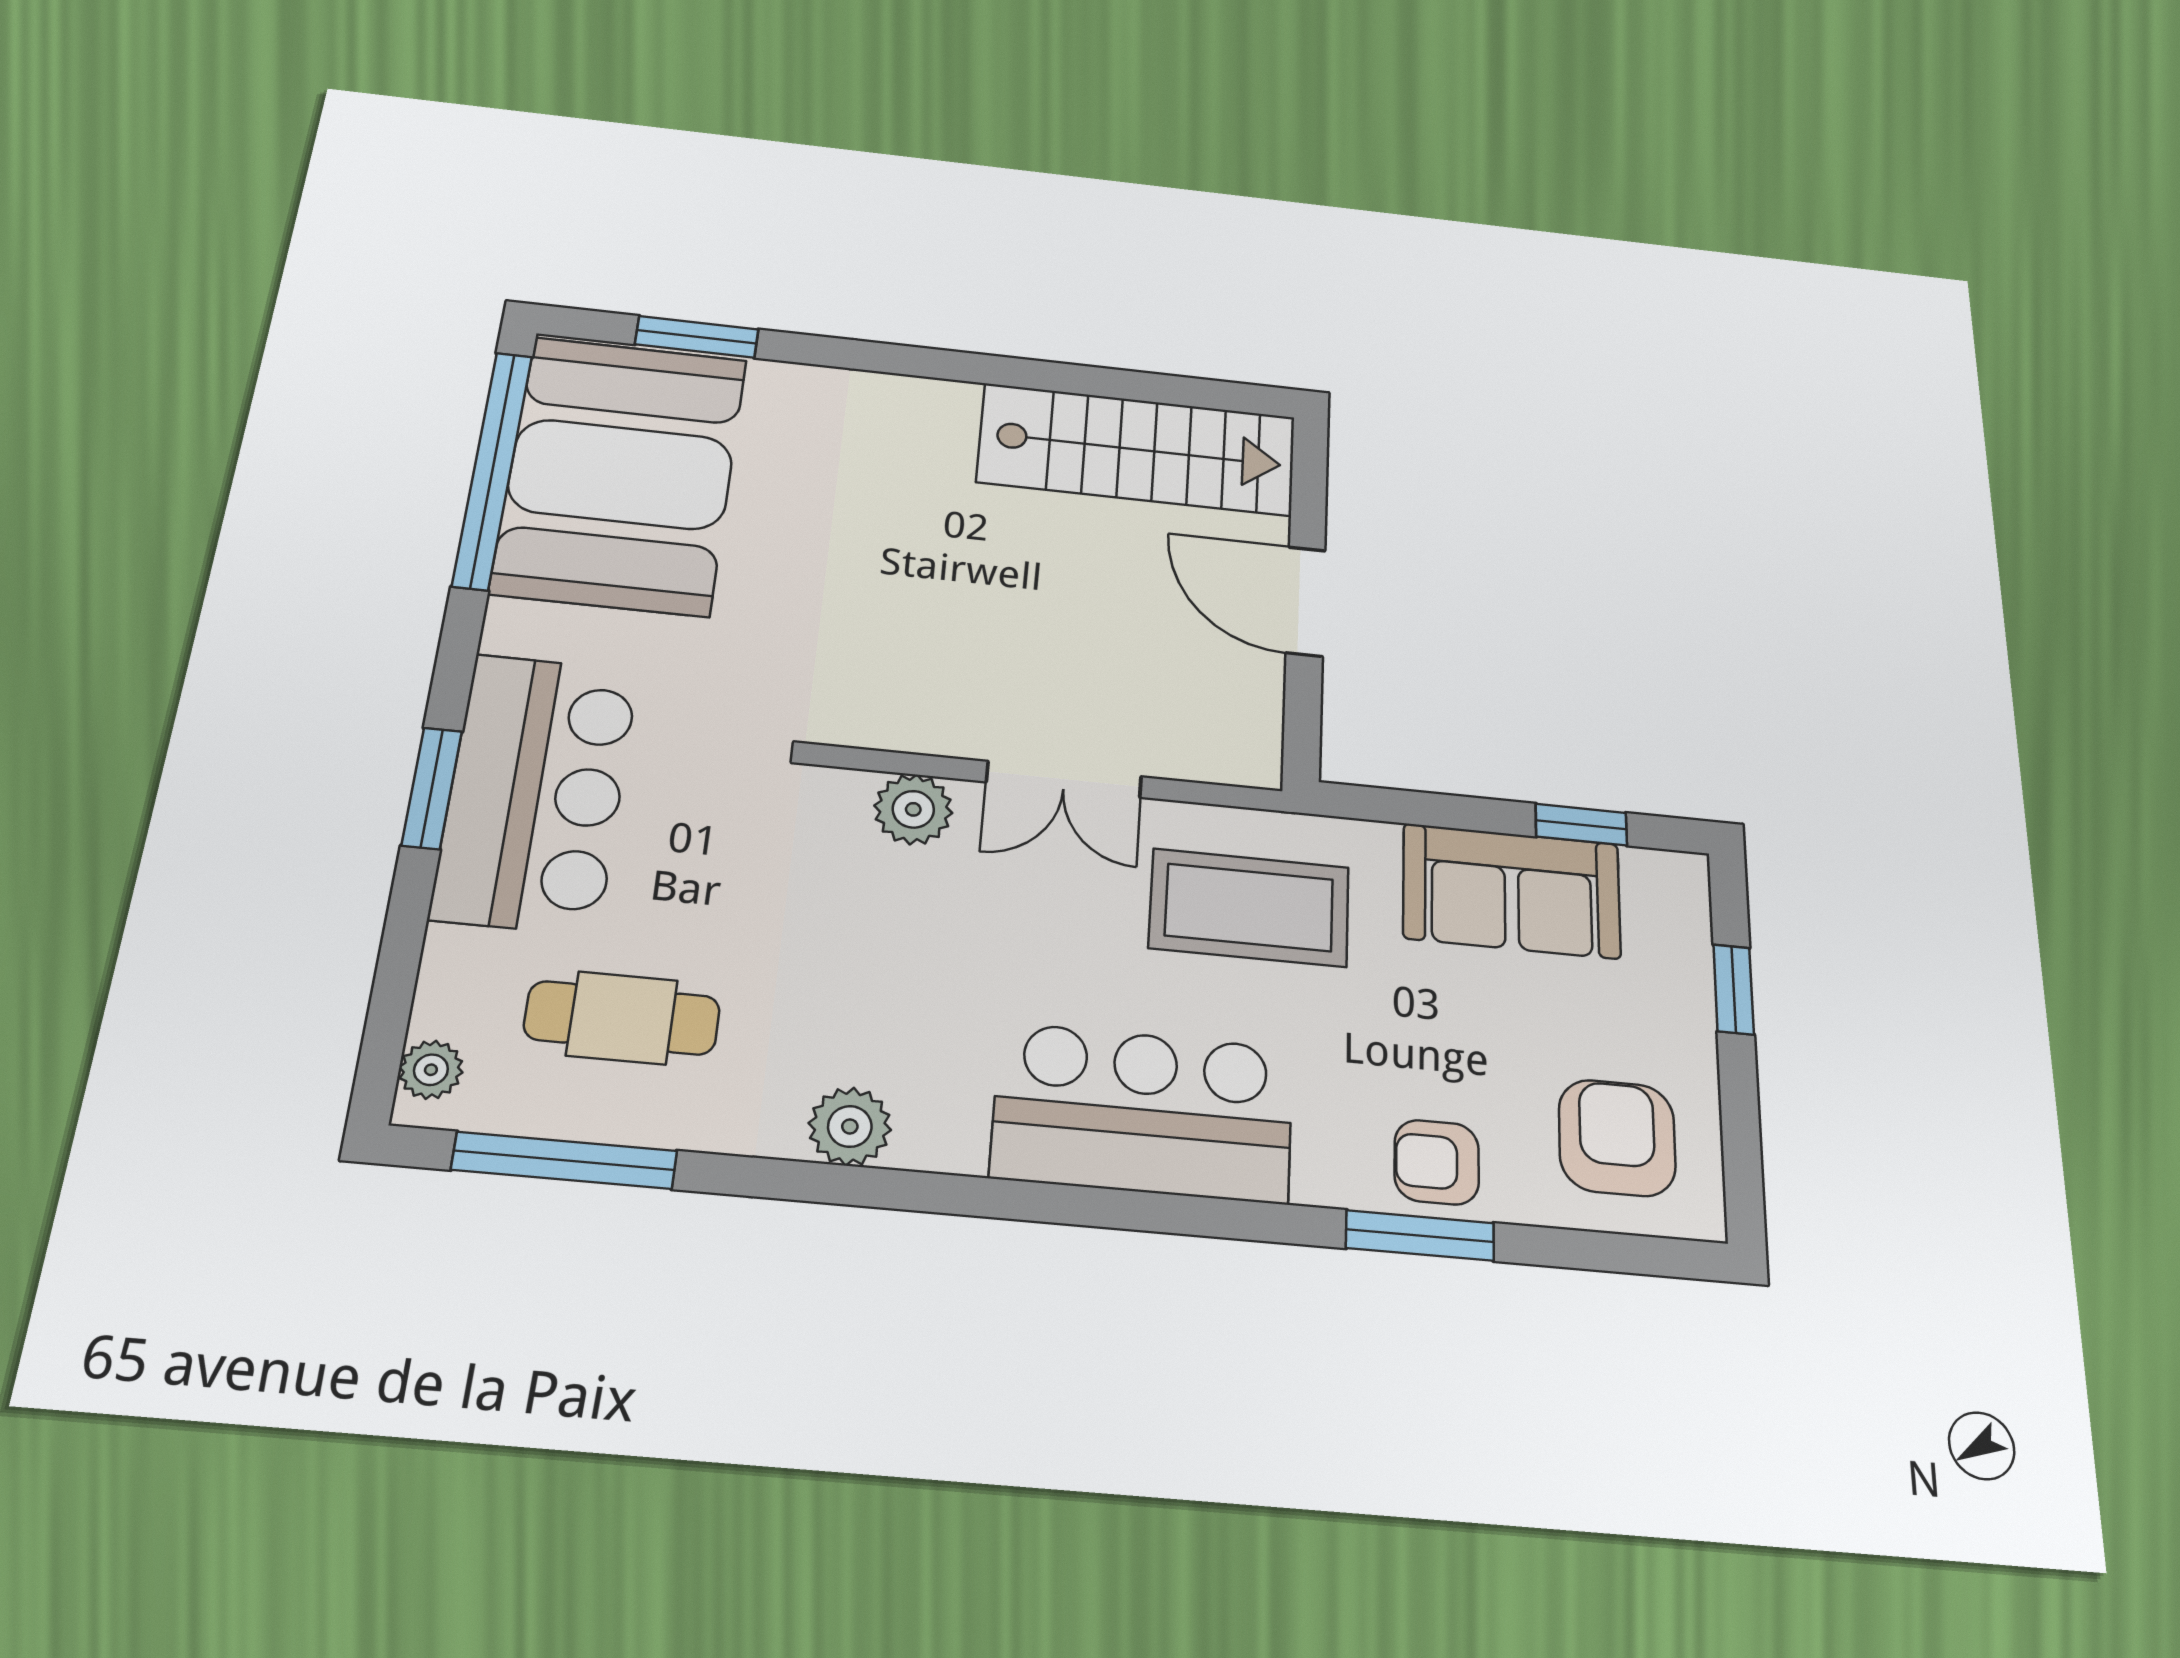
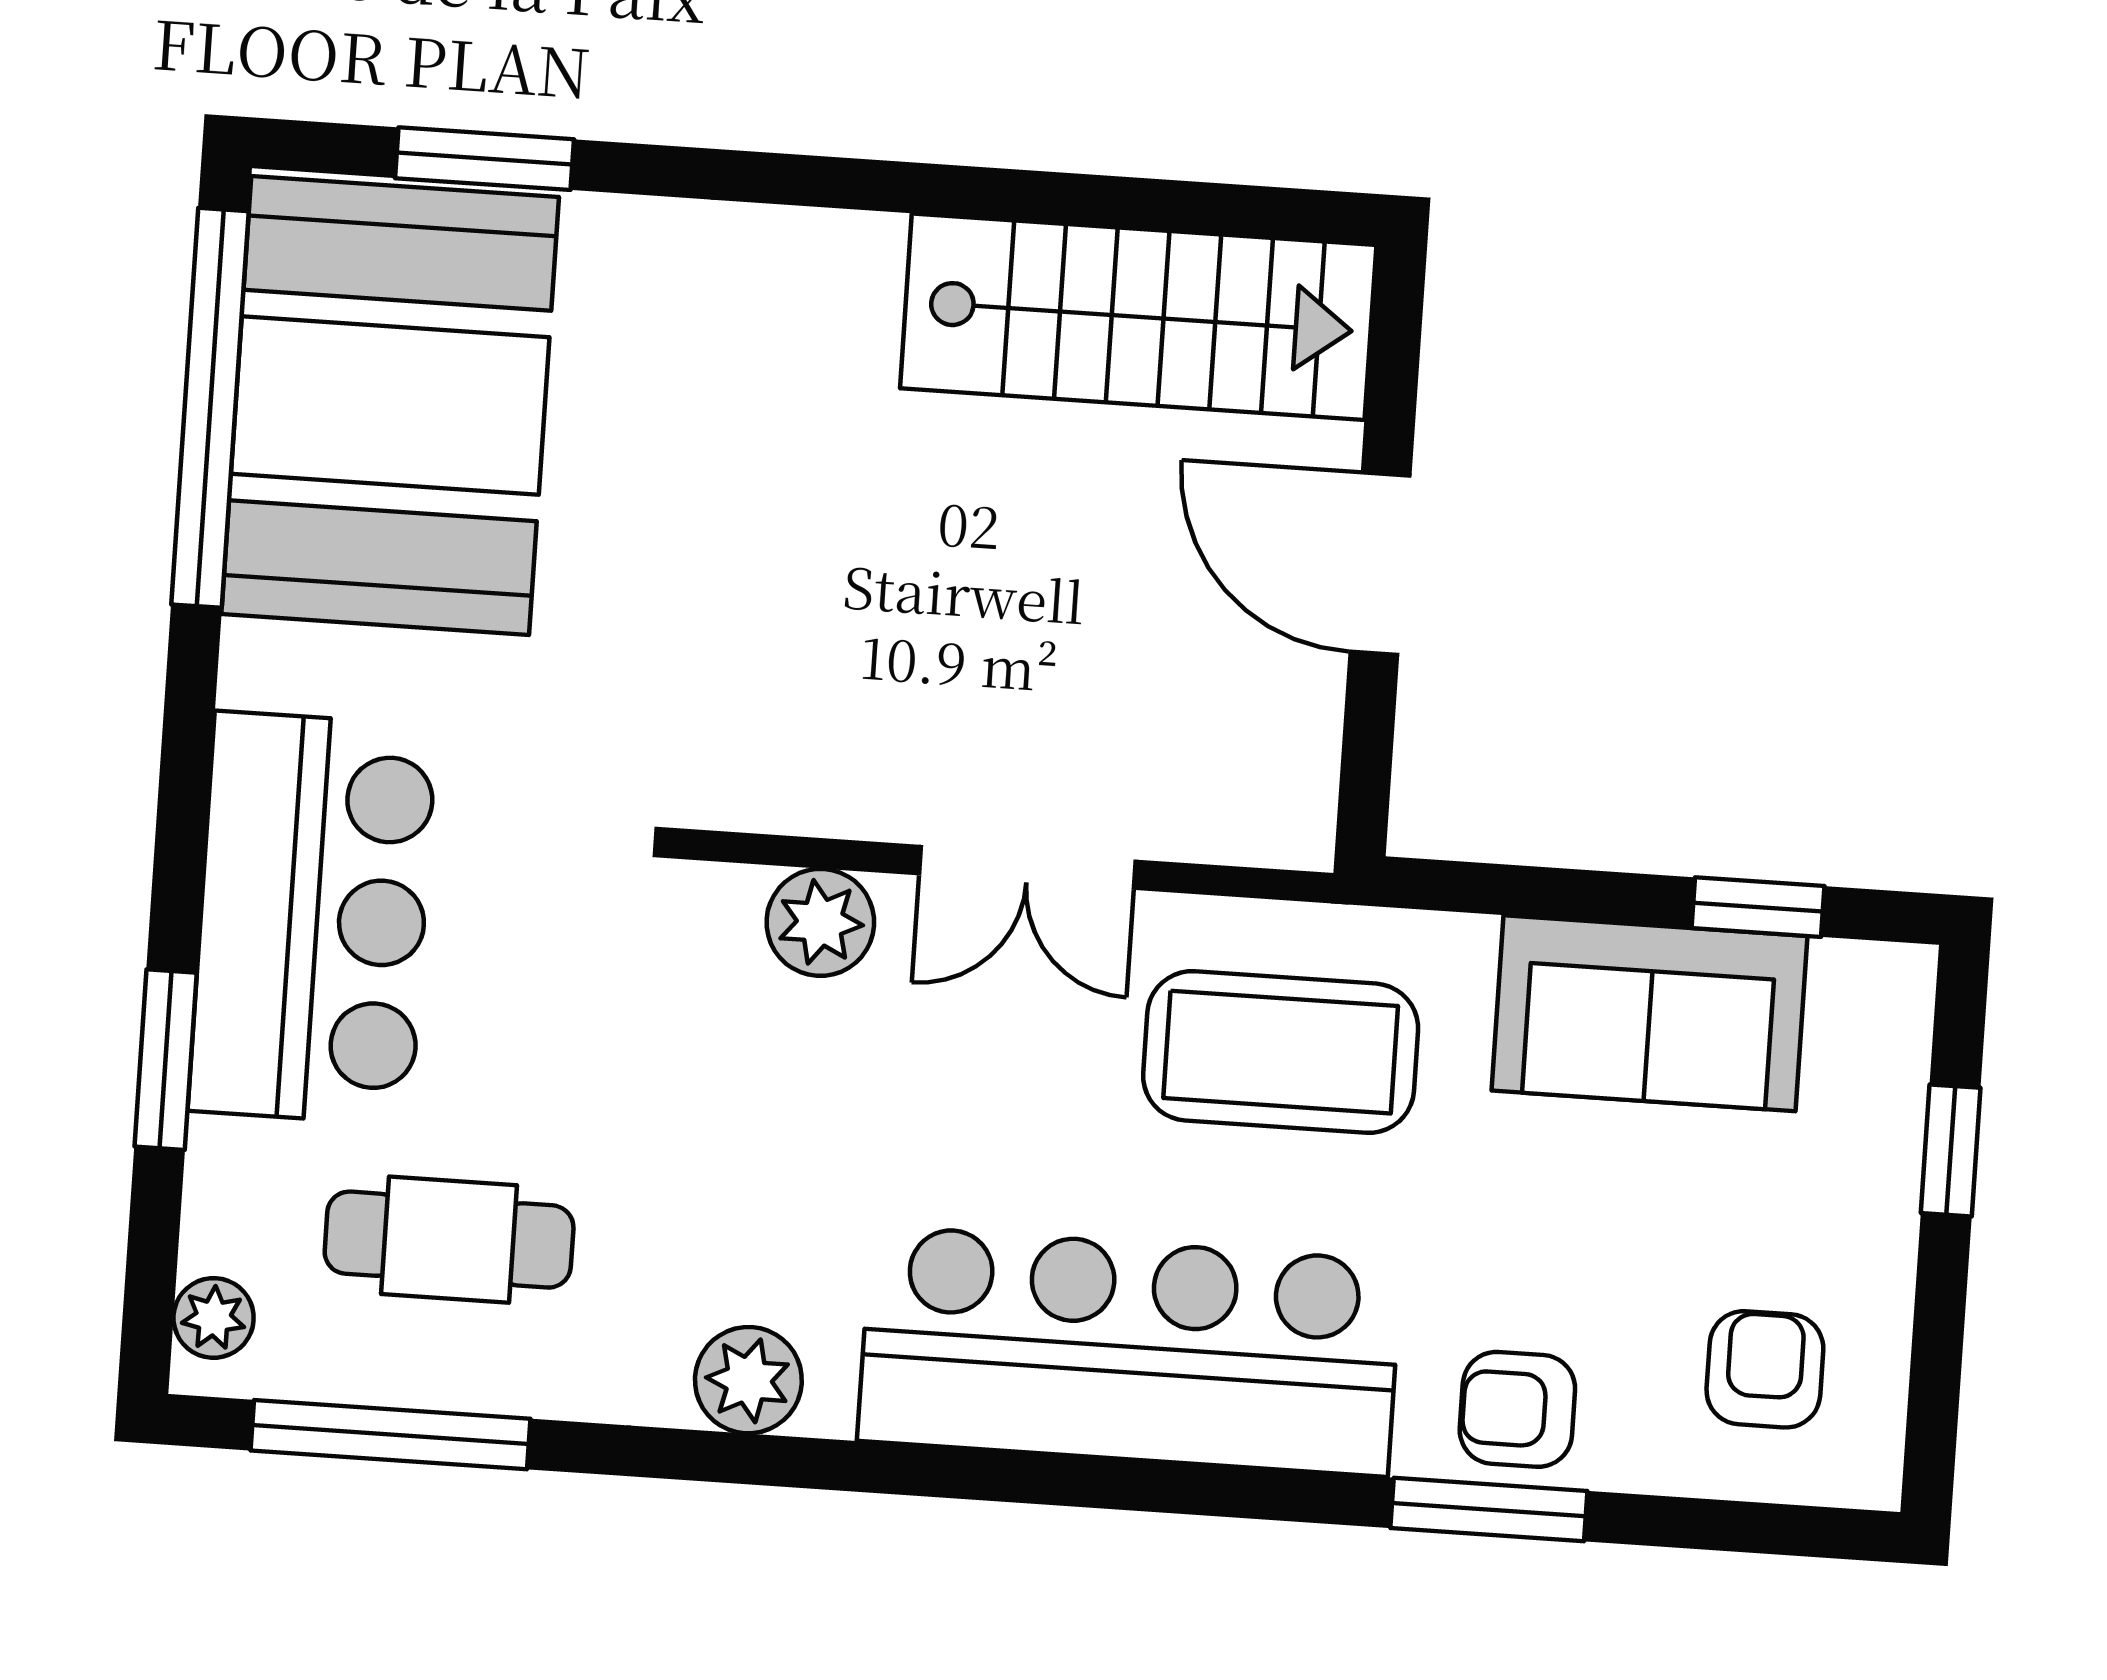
window: (432, 788) -> (166, 1060), moved
bar counter: (1143, 1113) -> (1130, 1351), width x1.36
armchair: (1617, 1138) -> (1765, 1369), width x0.72, depth x0.72

